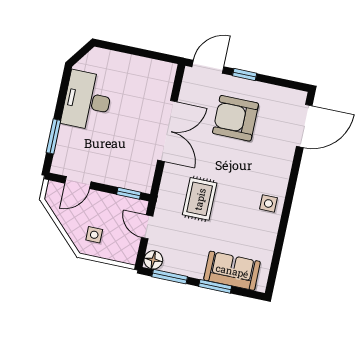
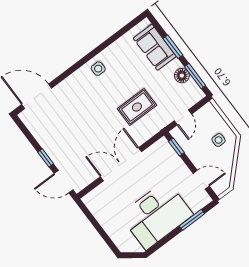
desk: (87, 101) -> (156, 215), width x1.36, depth x1.30
armchair: (235, 118) -> (74, 137), removed
floor lamp: (153, 260) -> (182, 76), moved

